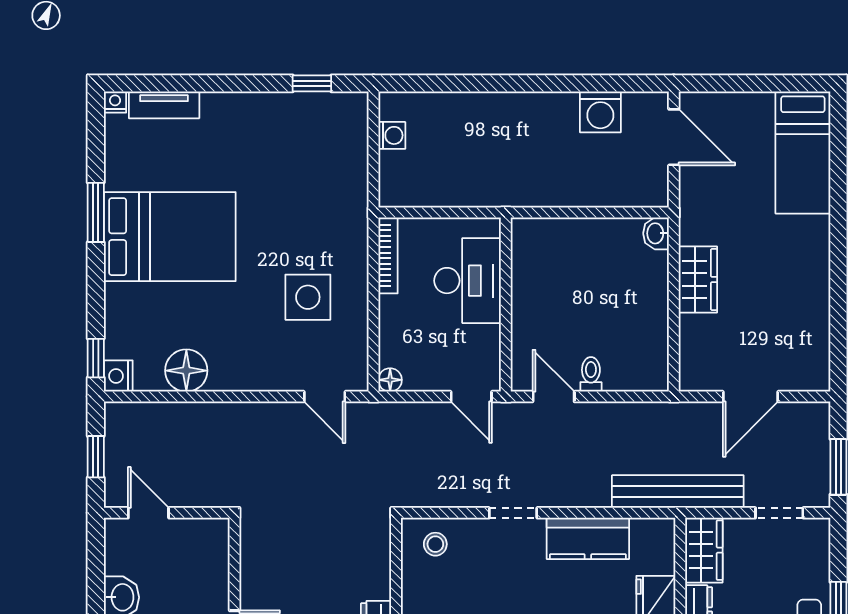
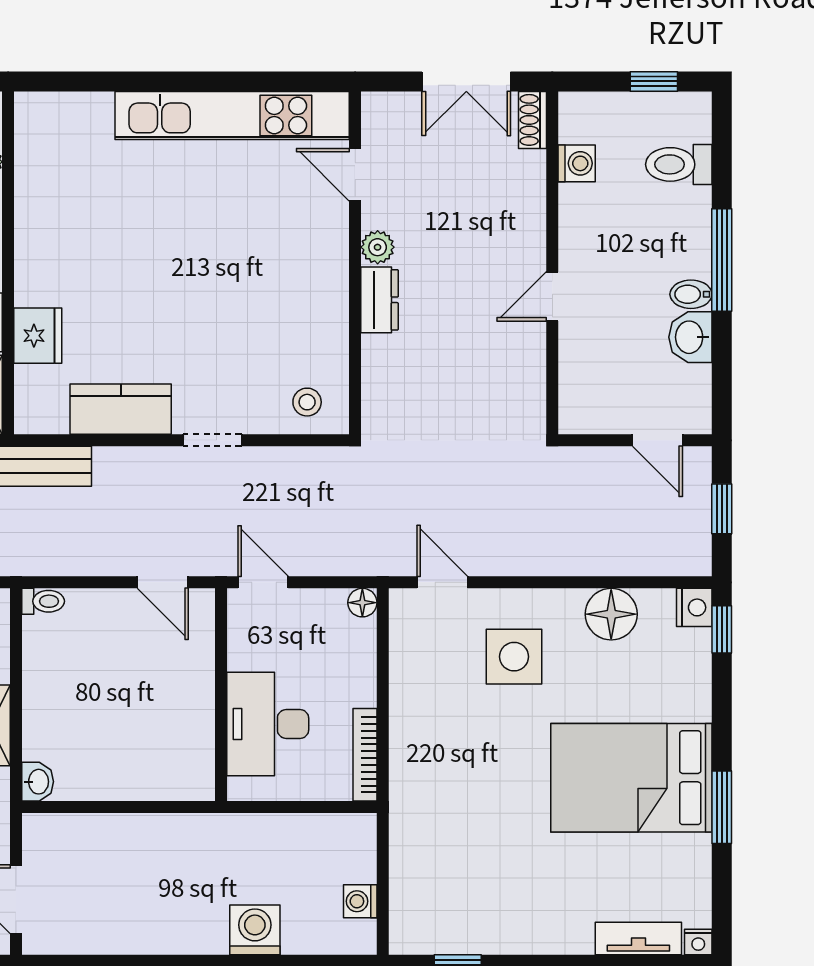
washing machine: (600, 112) -> (255, 930), moved
side table: (308, 297) -> (514, 657), moved
toilet: (591, 374) -> (43, 601), moved, turned -90

